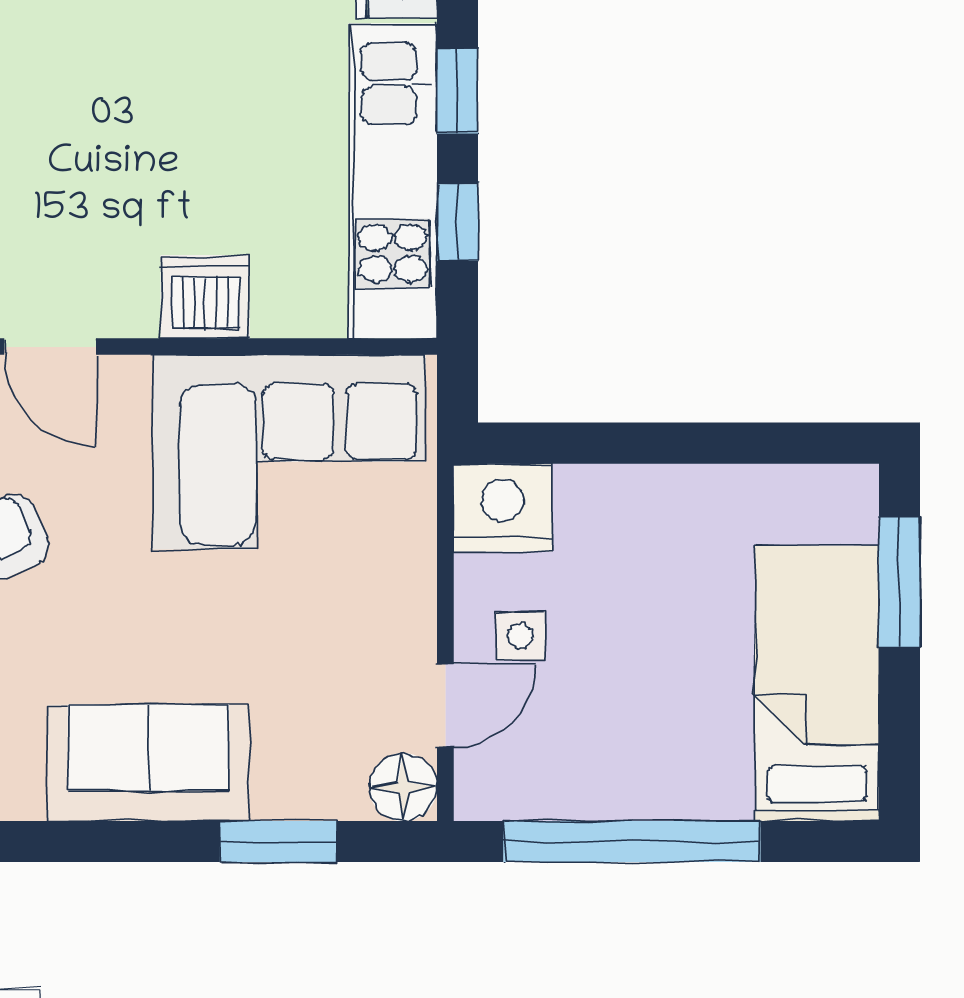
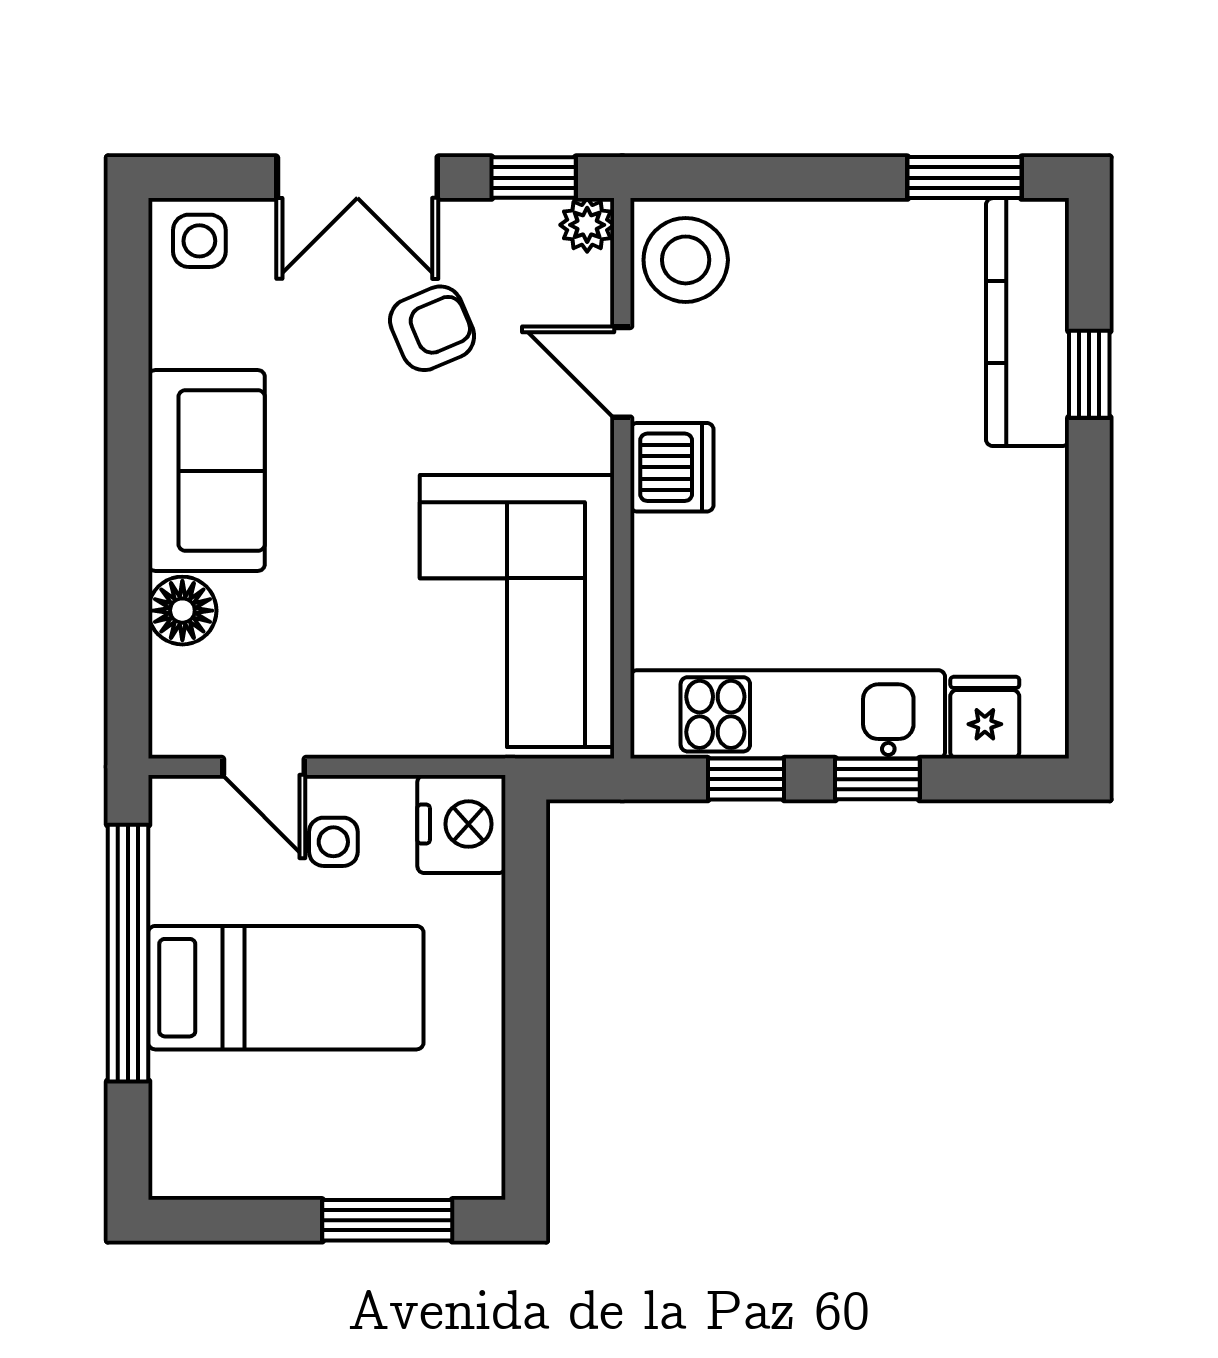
dishwasher: (205, 297) -> (672, 467), moved
door: (50, 347) -> (622, 372), hinge flipped
bed: (817, 683) -> (286, 988), moved
floor lamp: (403, 787) -> (182, 611), moved
window: (278, 842) -> (128, 600), removed

